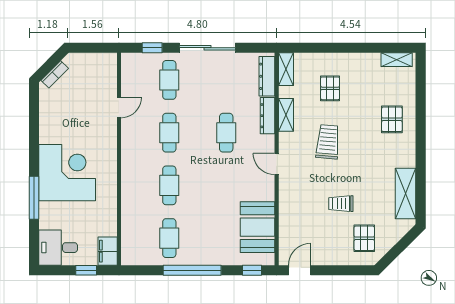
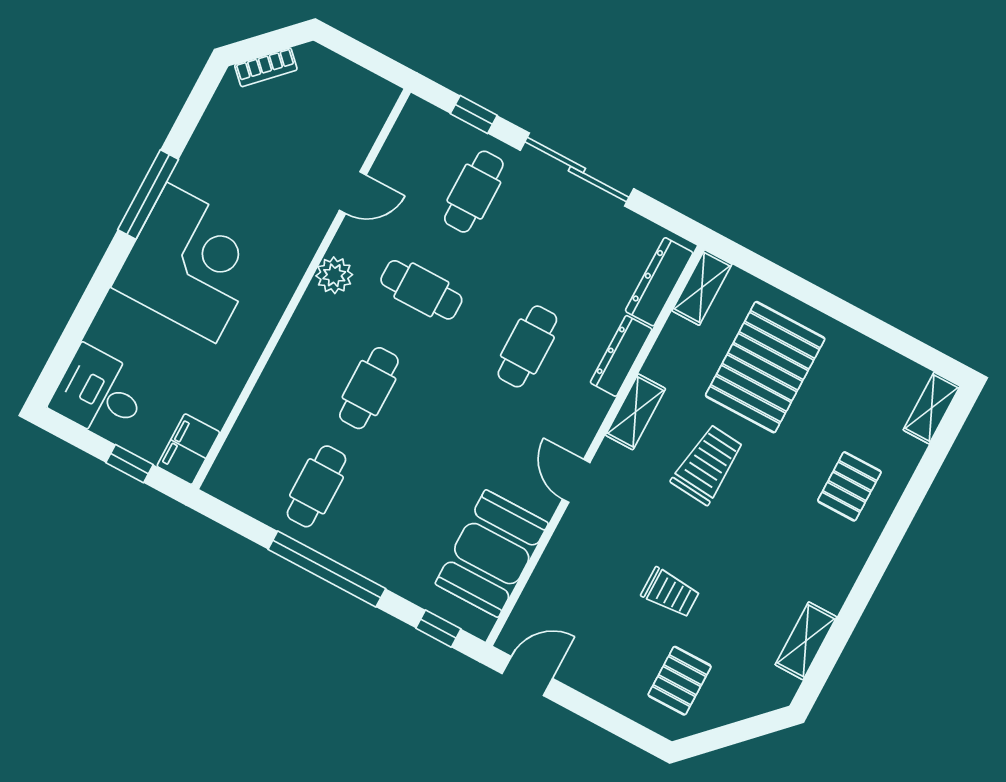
shelving: (397, 60) -> (932, 408), moved, turned 90
pallet: (330, 88) -> (765, 367), width x2.05, depth x2.00
shelving: (286, 115) -> (635, 412), moved
cafe table: (169, 133) -> (421, 290), turned 90
plant: (130, 146) -> (334, 275), added
door: (277, 164) -> (576, 481), moved
shelving: (406, 194) -> (806, 641), width x0.67, depth x0.75
window: (34, 198) -> (148, 195), moved
trolley: (341, 204) -> (670, 593), turned 180

